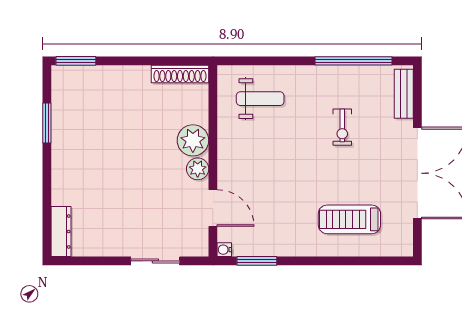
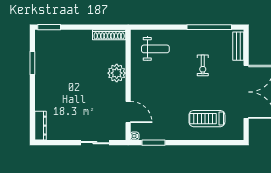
plant: (198, 169) -> (119, 89), removed

